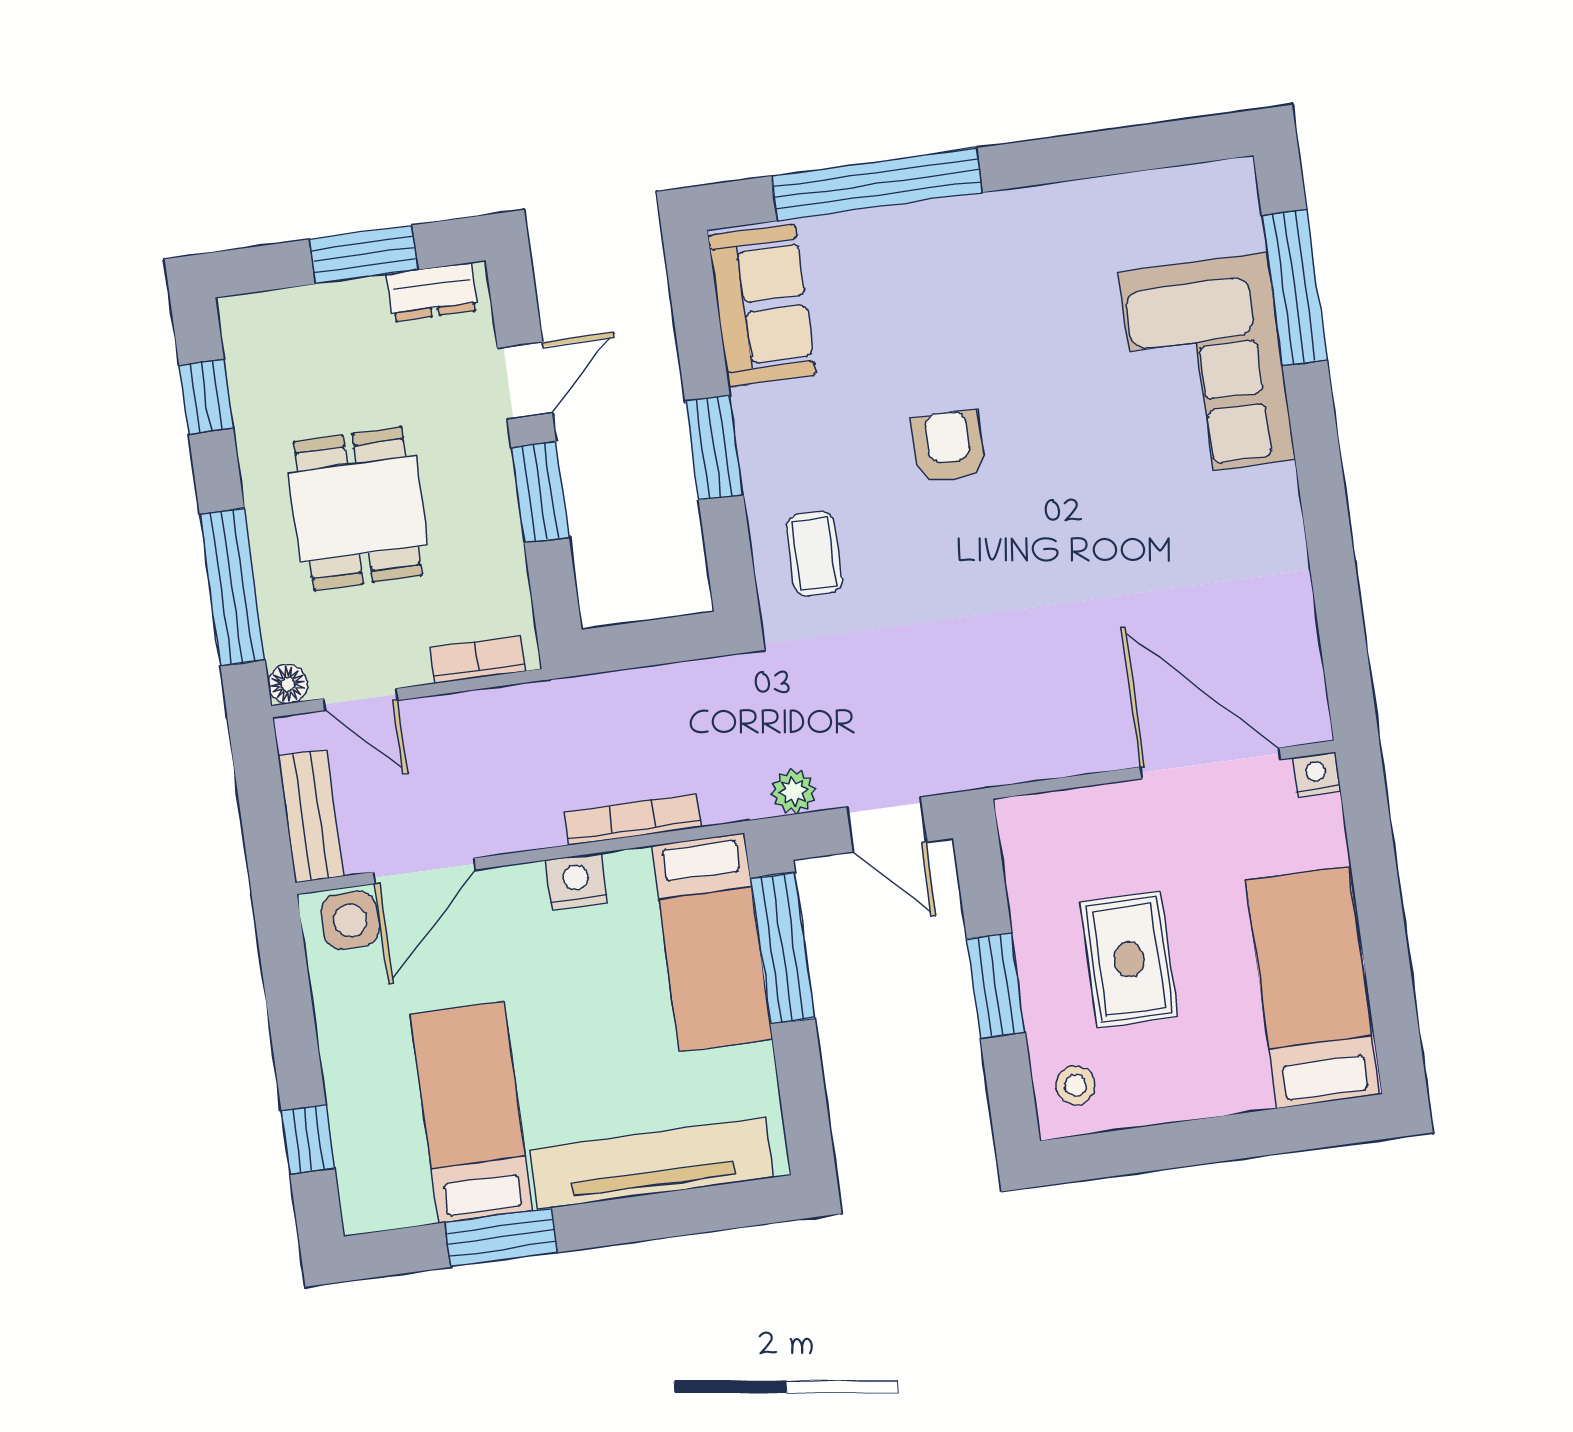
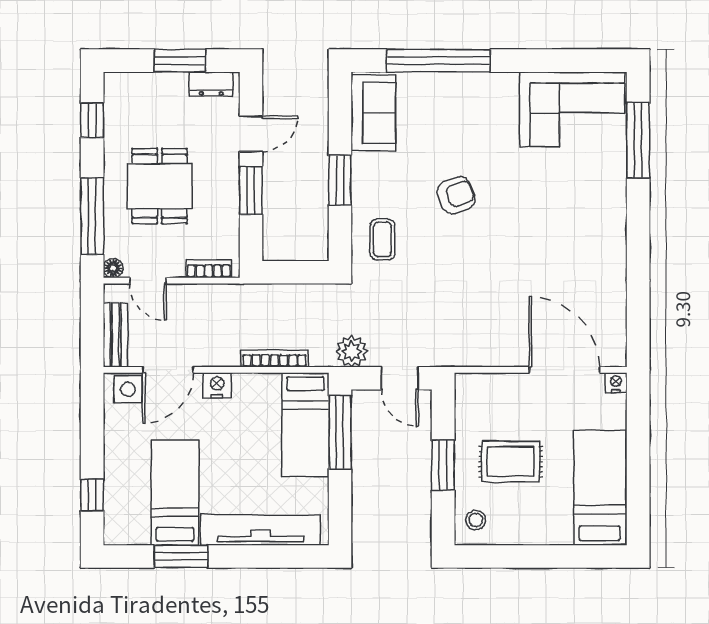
corner sofa: (1207, 366) -> (572, 109), moved, turned -90
armchair: (948, 446) -> (456, 195), turned 69
plant: (793, 792) -> (352, 351), width x1.38, depth x1.38
nightstand: (576, 882) -> (217, 385), moved
rug: (1129, 959) -> (511, 461), turned 90

